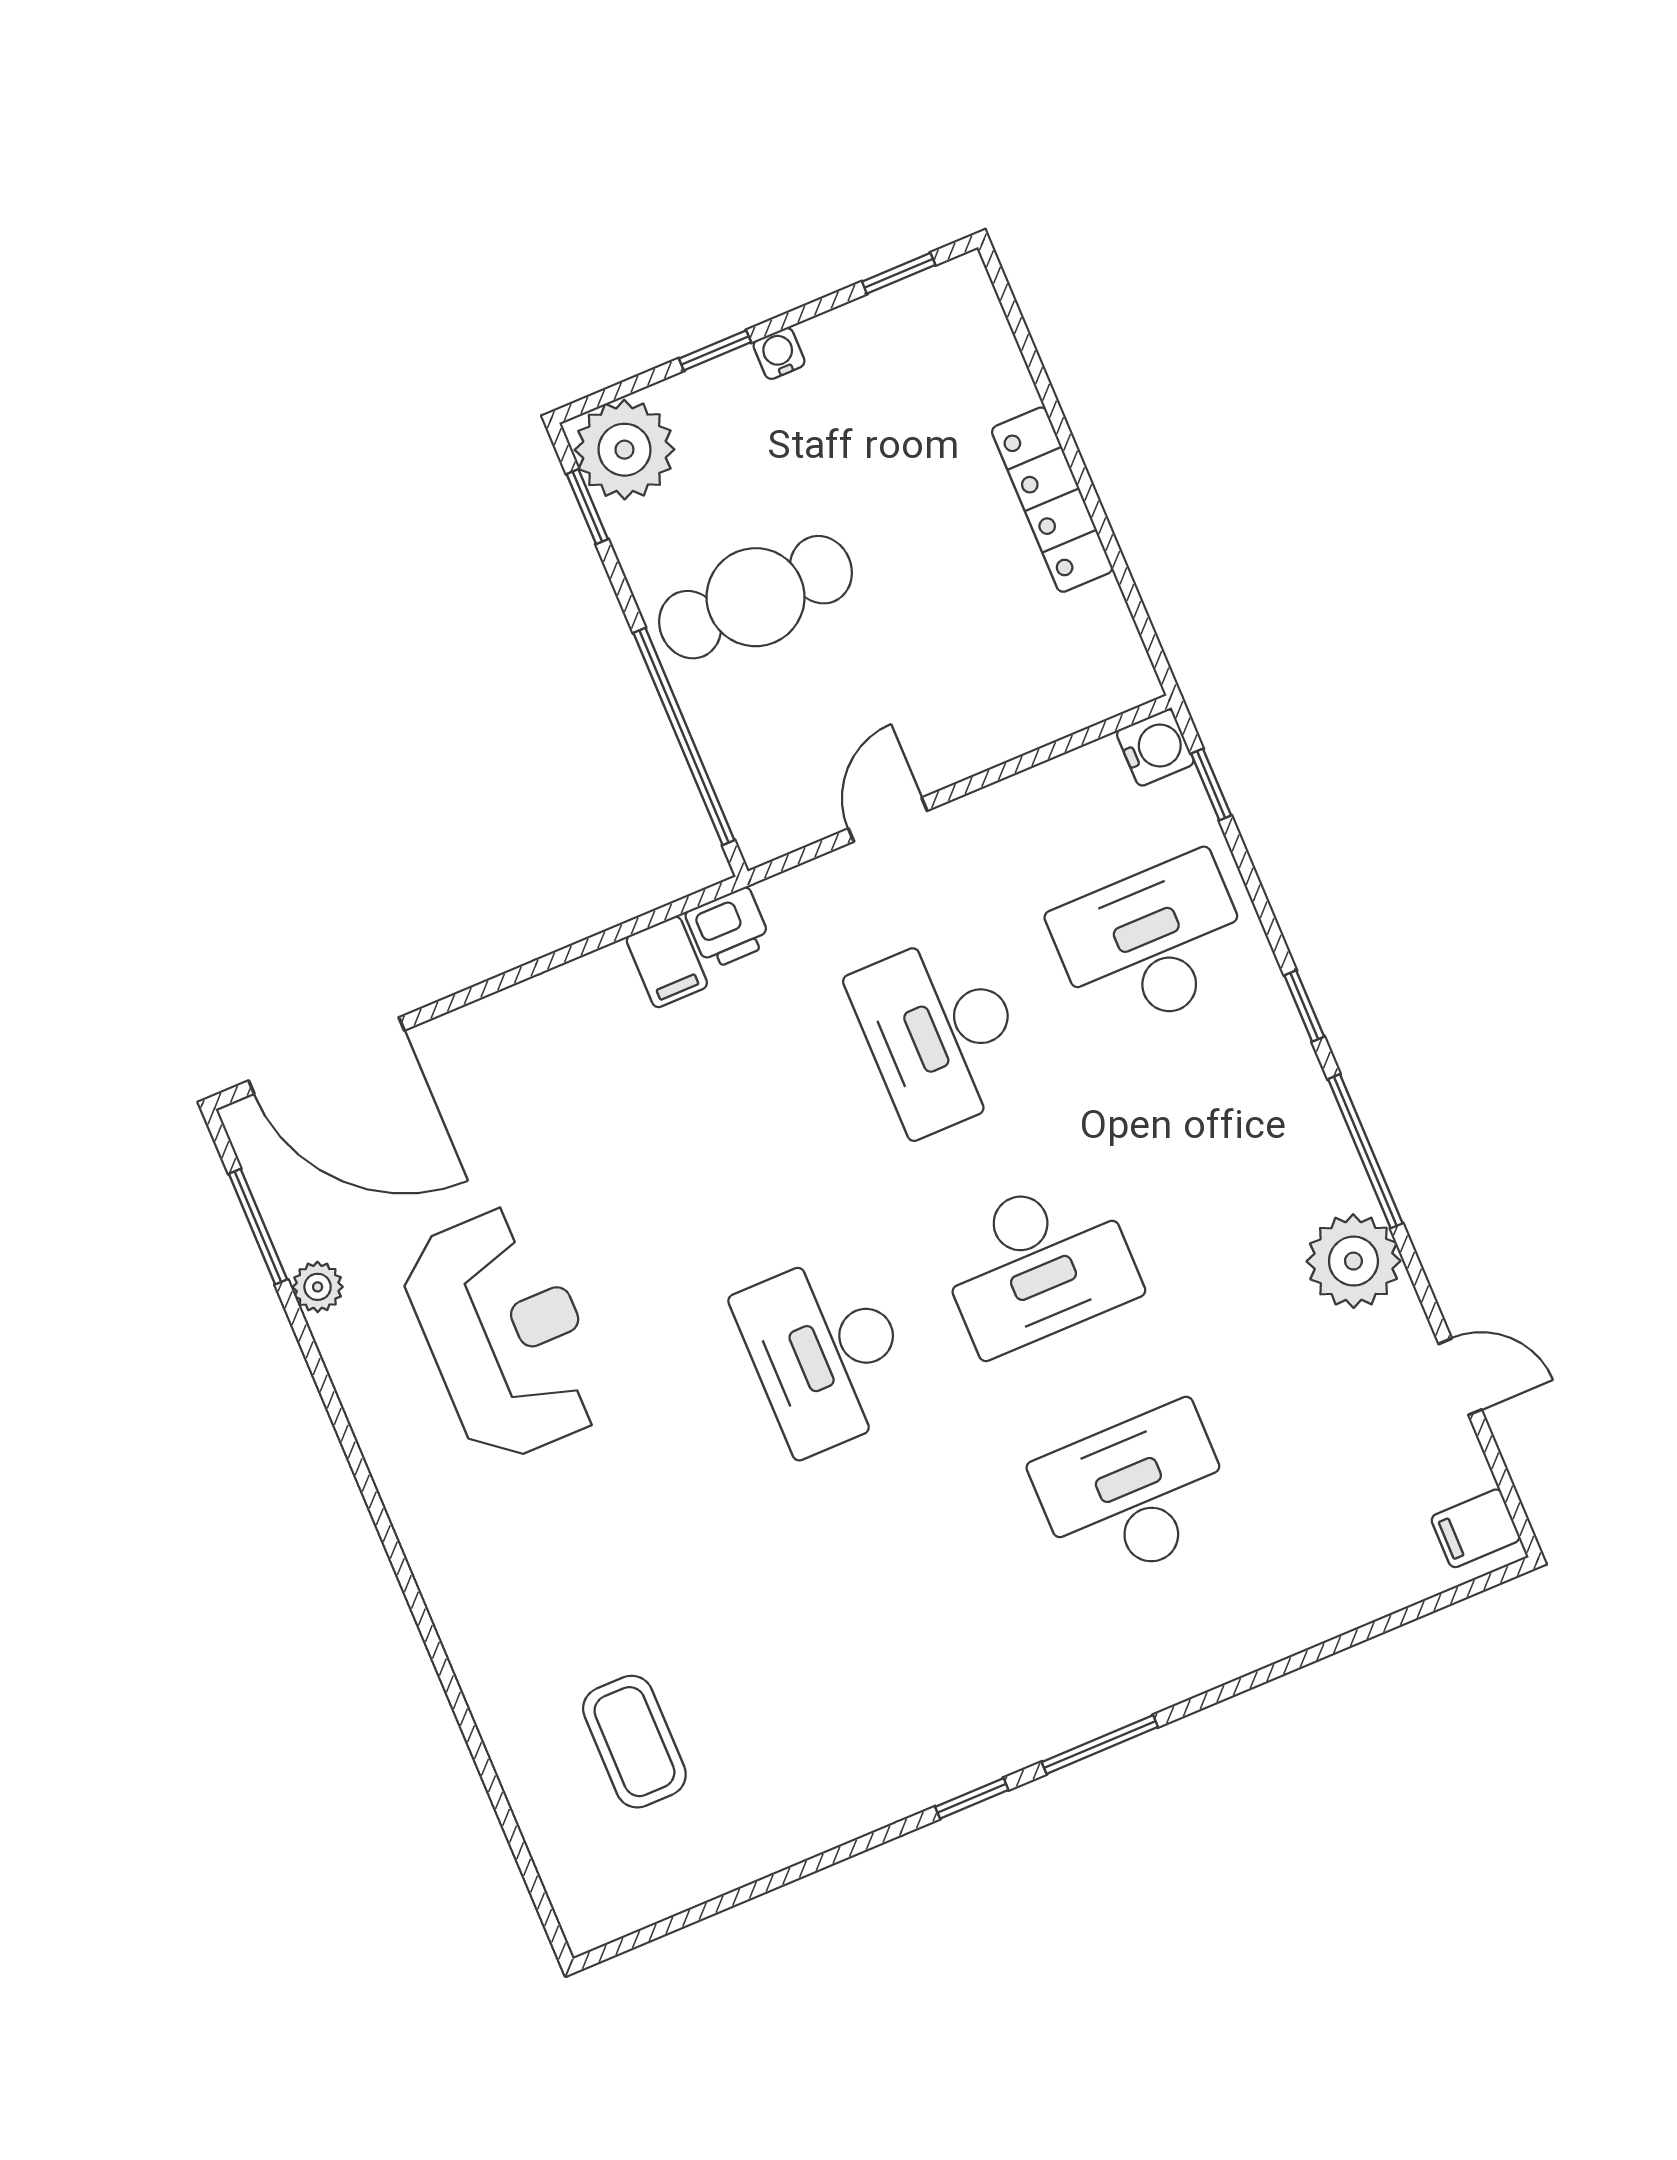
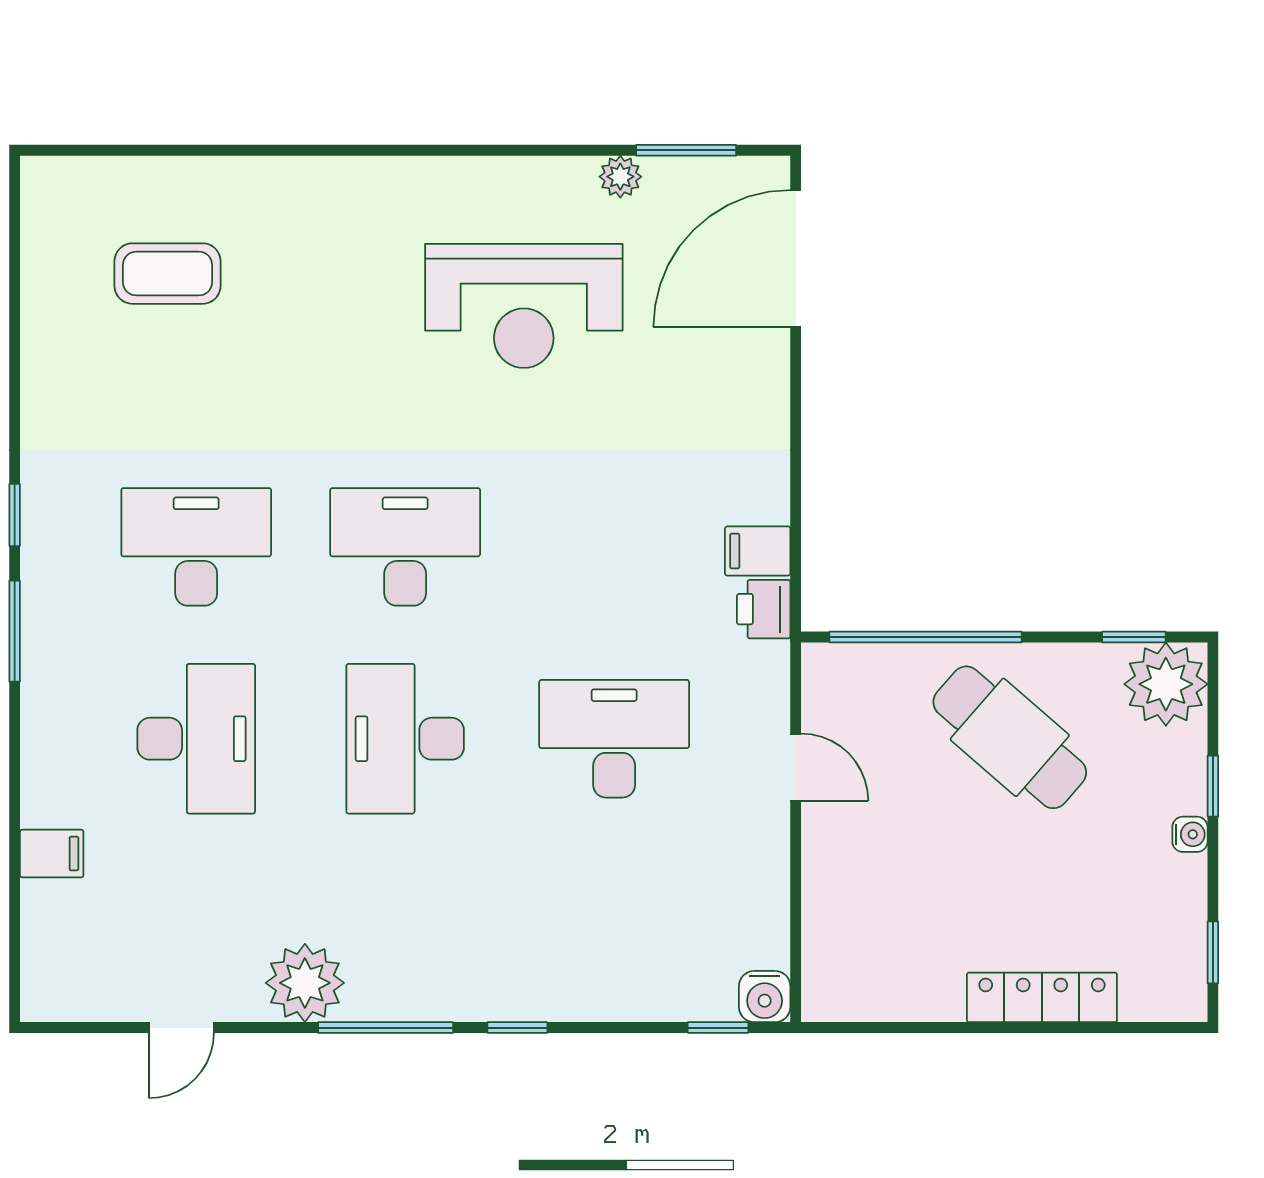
locker: (1052, 500) -> (1042, 997), moved
cafe table: (756, 597) -> (1010, 737), turned -49
desk: (1152, 944) -> (196, 547), moved, turned -90
filing cabinet: (1476, 1528) -> (52, 854), moved, turned 90

